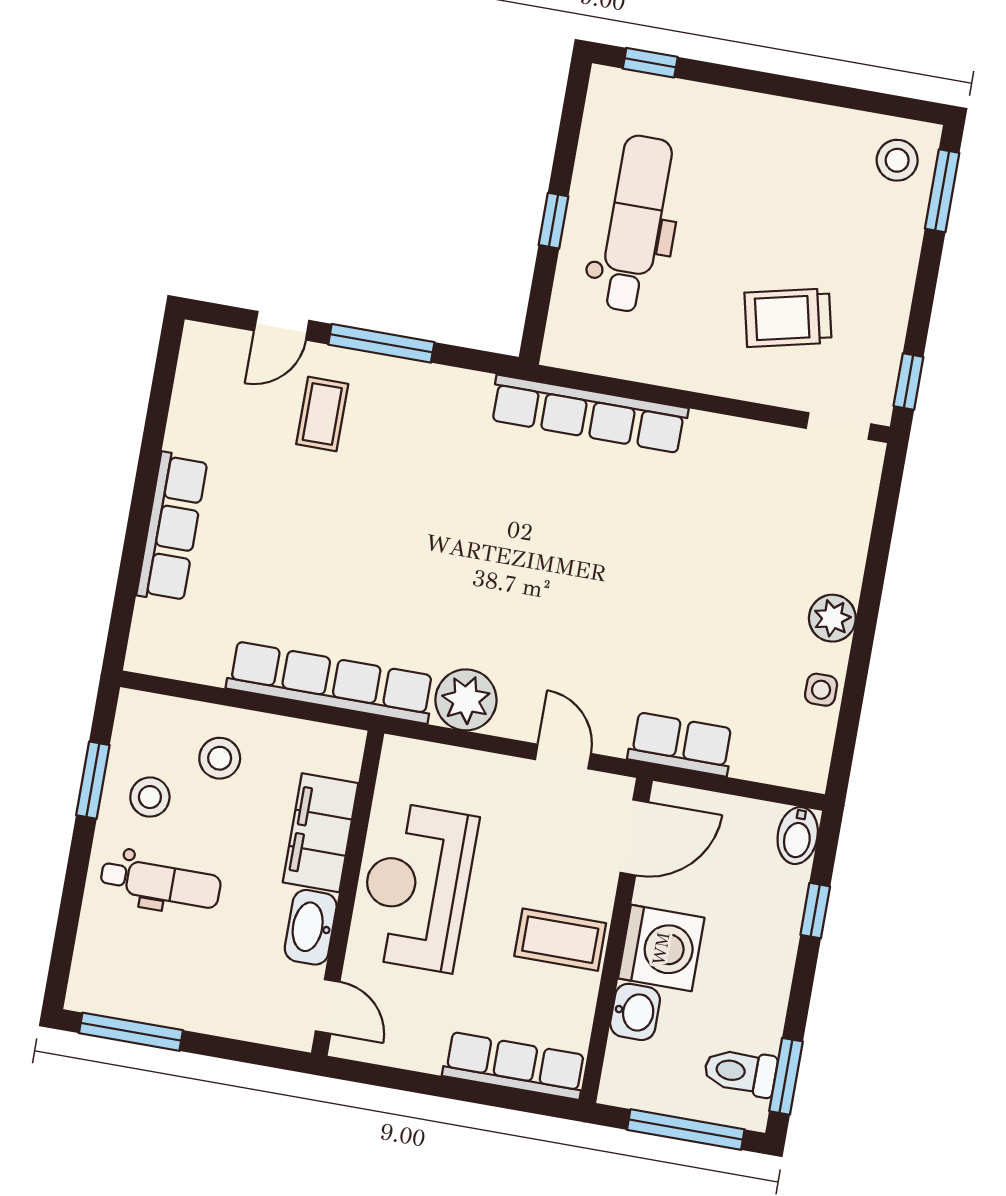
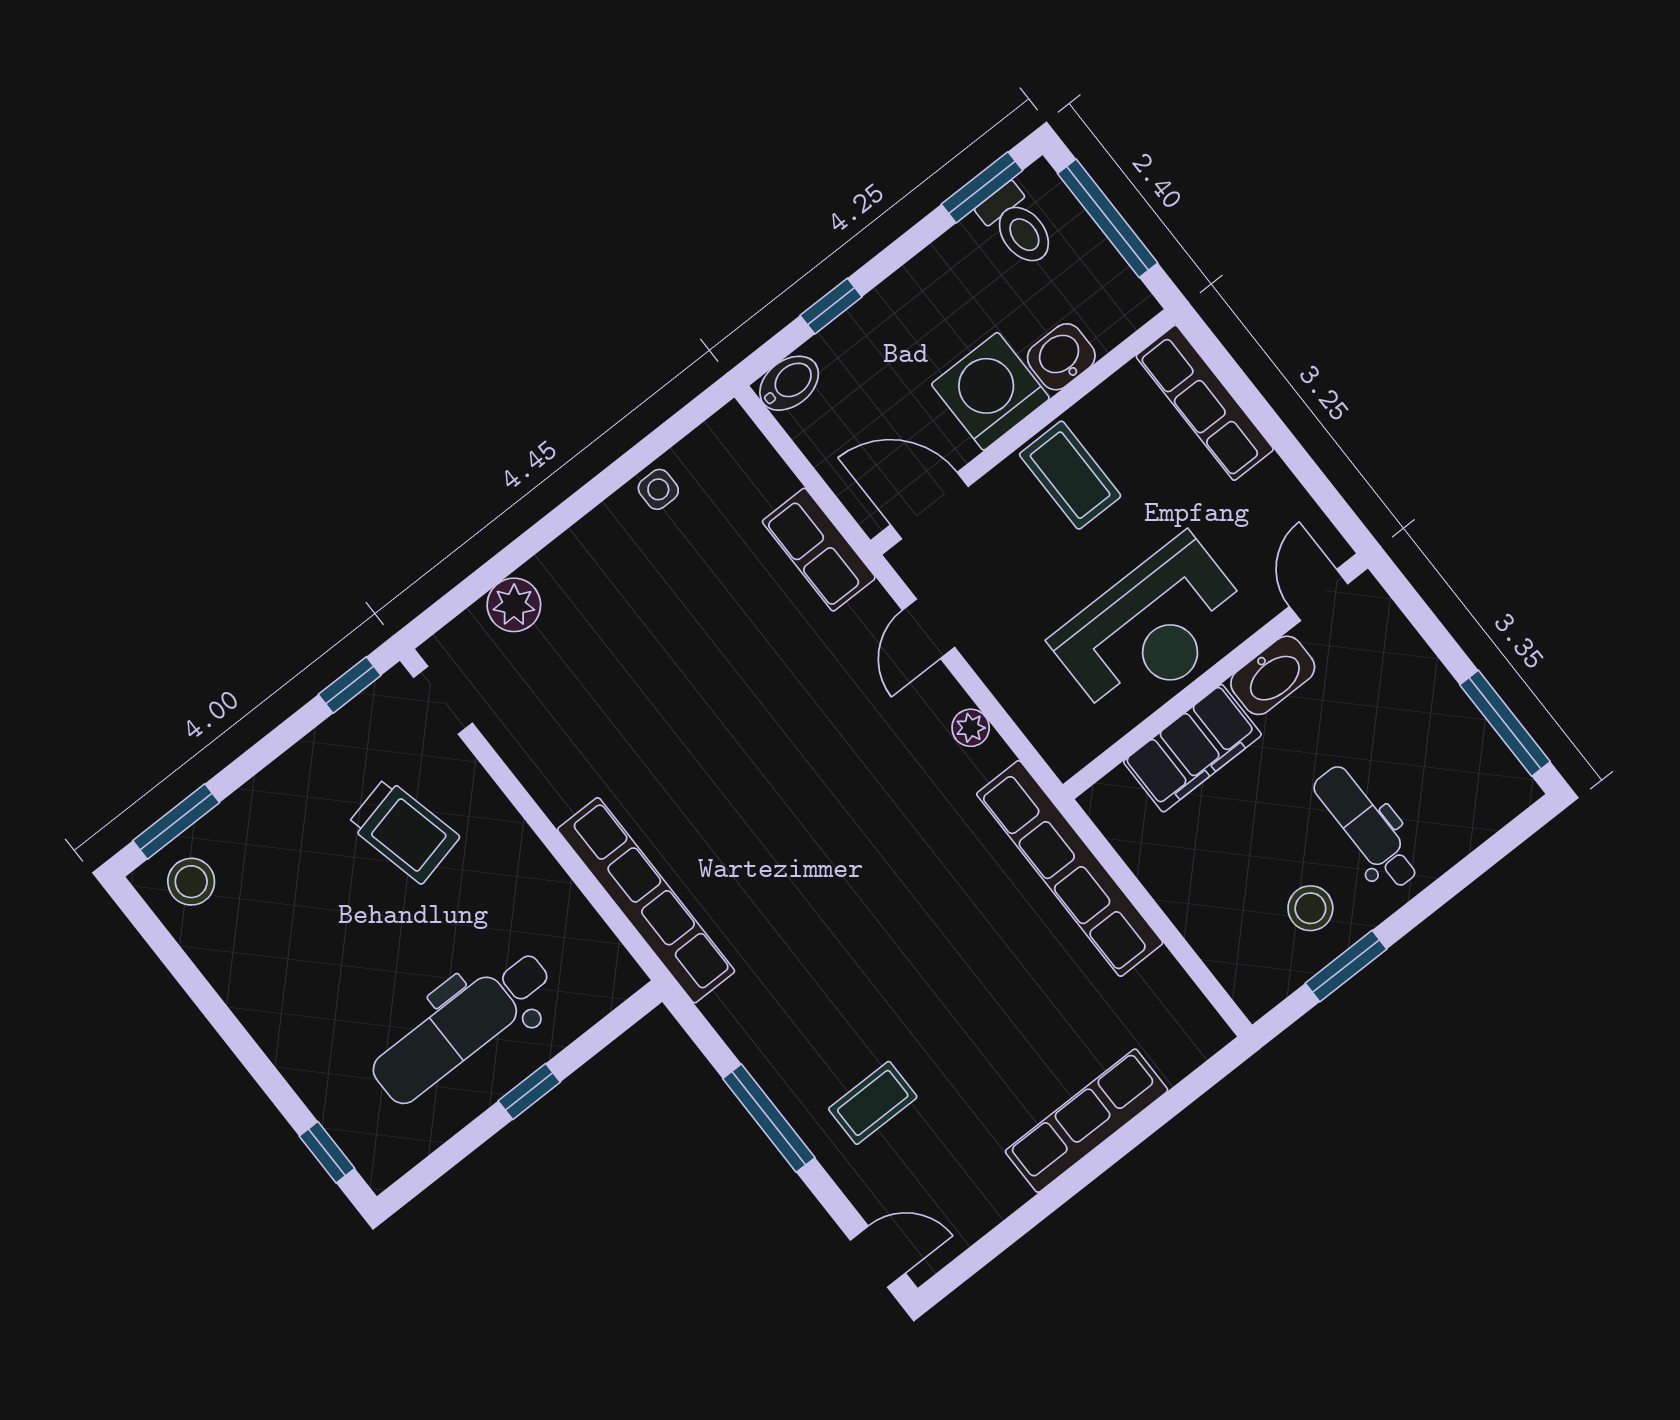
door: (282, 326) -> (878, 1257), moved
plant: (832, 618) -> (514, 605), moved
plant: (466, 700) -> (971, 728), width x0.53, depth x0.53
stool: (220, 758) -> (1222, 888), removed

